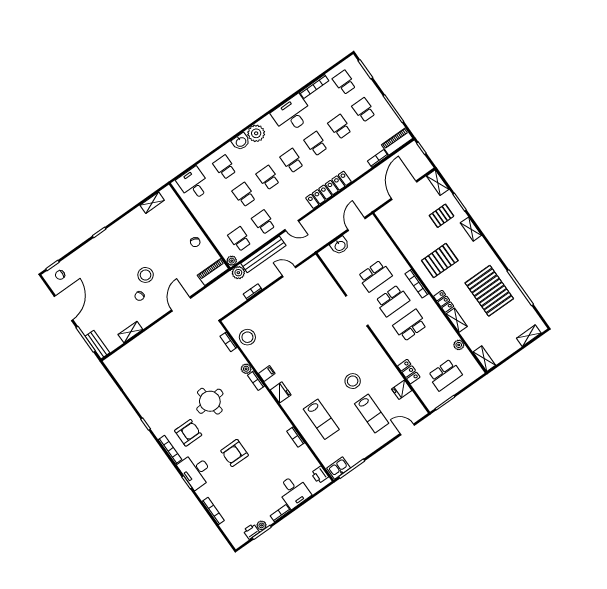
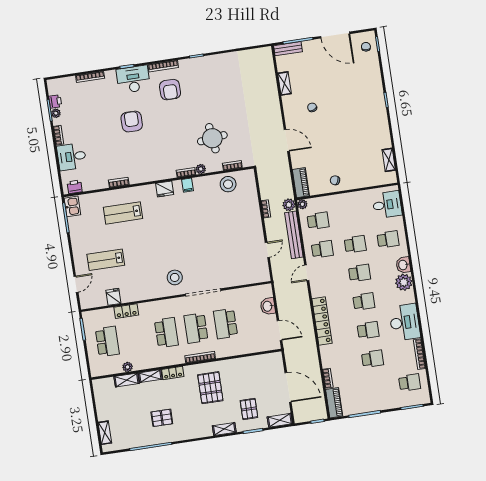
school desk: (364, 110) -> (377, 387), removed
stool: (146, 275) -> (328, 122), removed
pallet: (489, 291) -> (162, 418), width x0.49, depth x0.50
shelving: (484, 359) -> (127, 380), moved
school desk: (445, 375) -> (107, 342), turned 180
stool: (353, 381) -> (175, 277), moved
round table: (210, 401) -> (212, 138), moved

